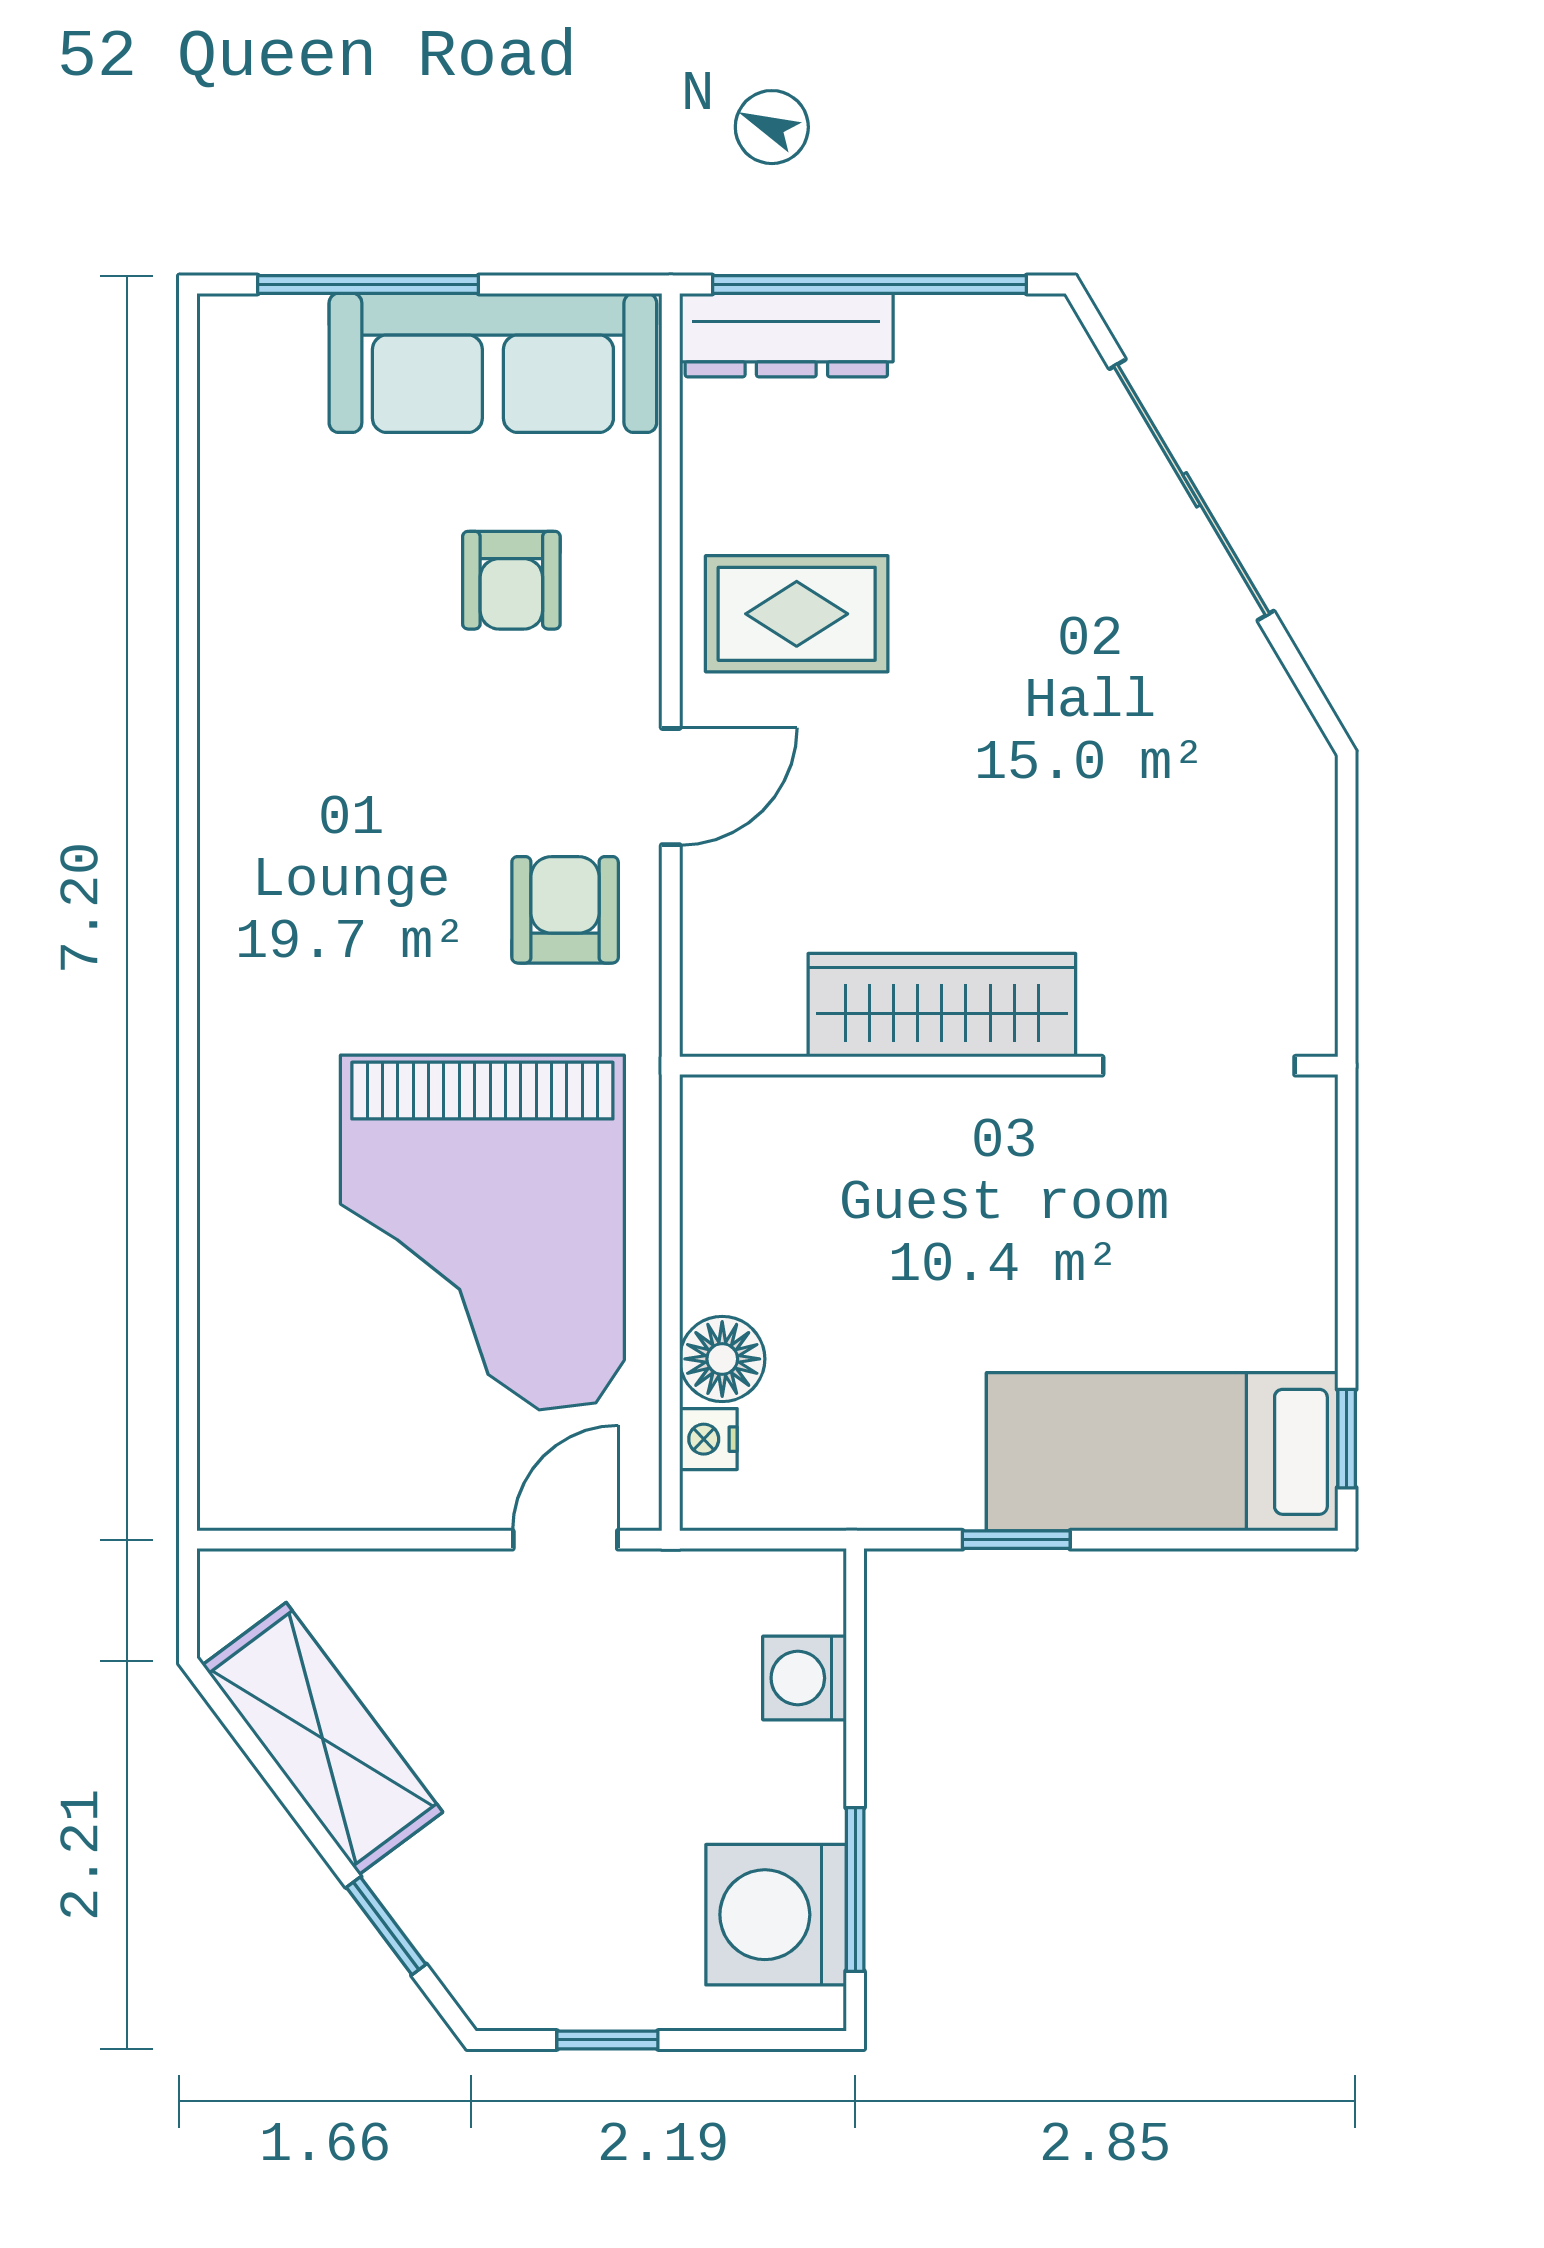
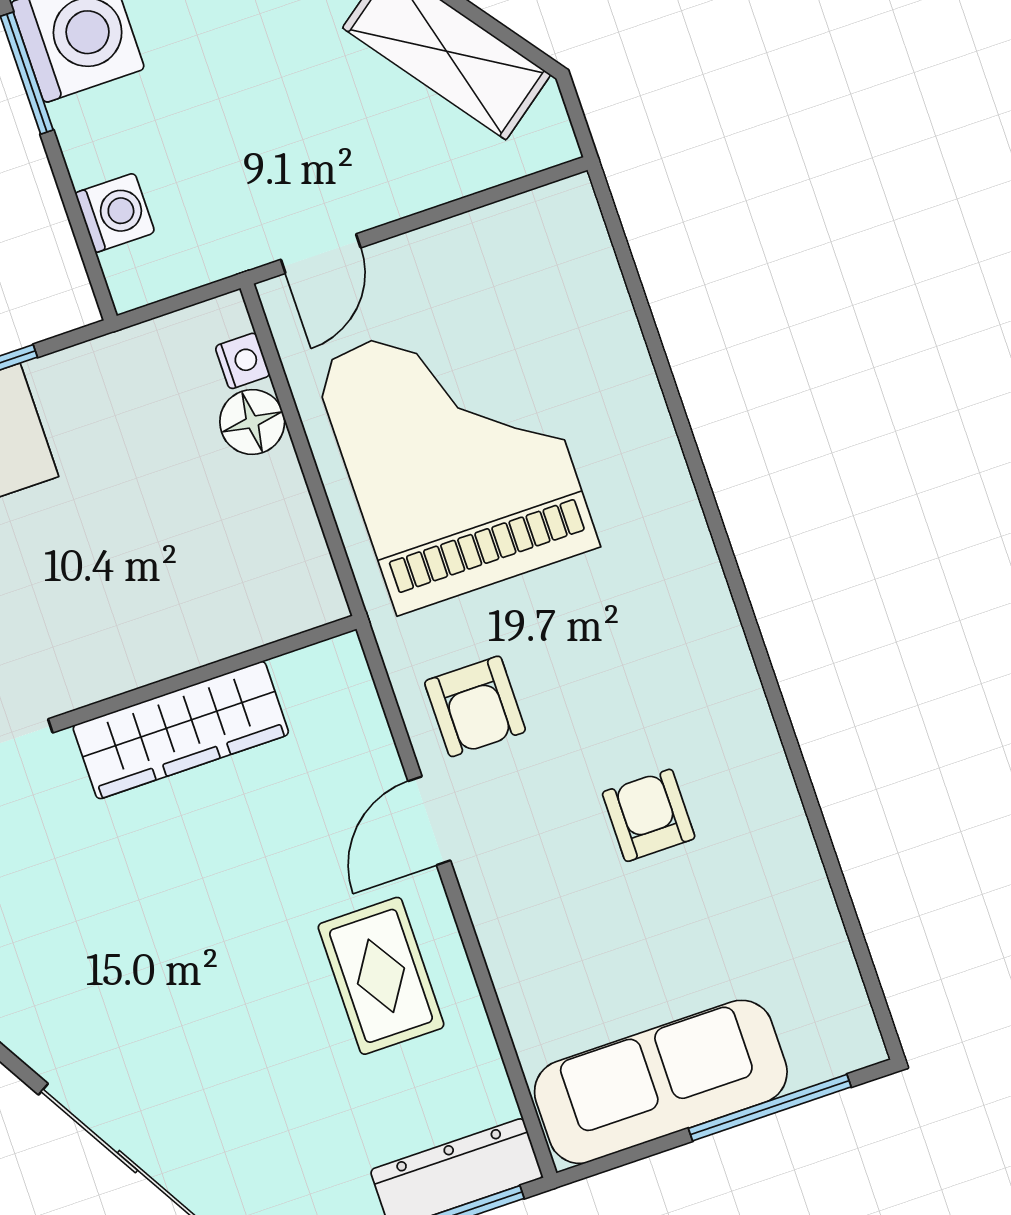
armchair: (511, 580) -> (649, 815), moved
rug: (797, 614) -> (381, 976), turned 90

